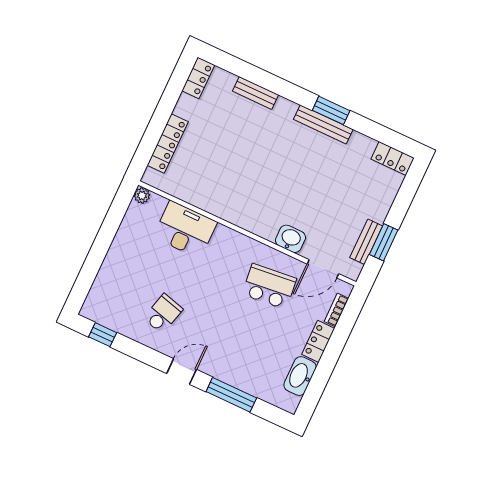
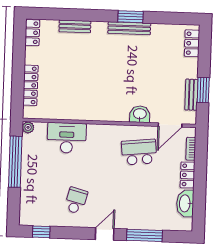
locker: (393, 159) -> (192, 43), moved, turned 90
window: (107, 232) -> (15, 162), added

